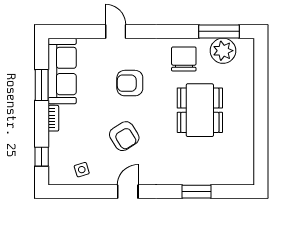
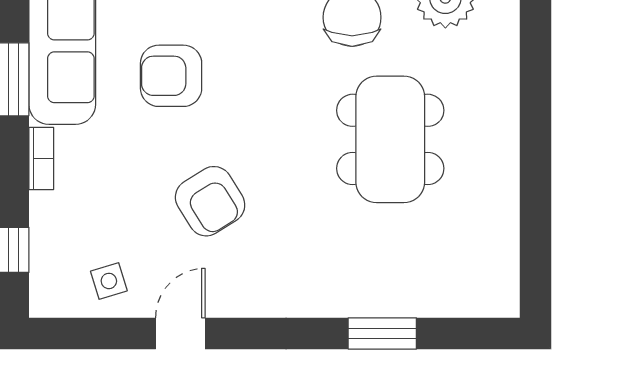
armchair: (130, 83) -> (171, 76), moved
door: (128, 192) -> (180, 333), moved

